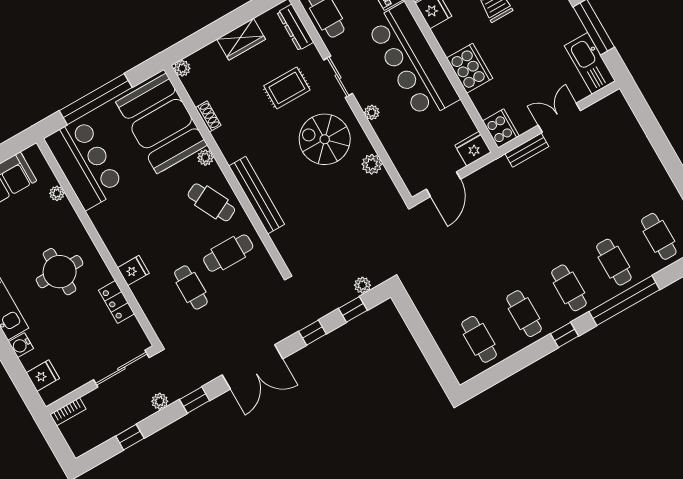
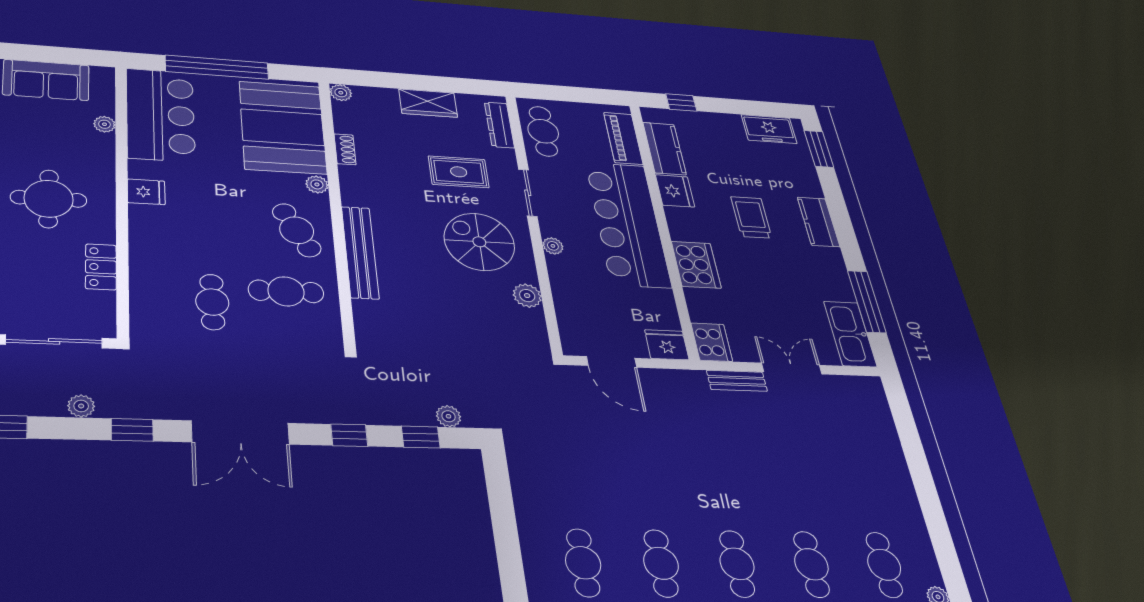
door: (443, 184) -> (612, 362), hinge flipped
fridge: (133, 270) -> (146, 192), moved

